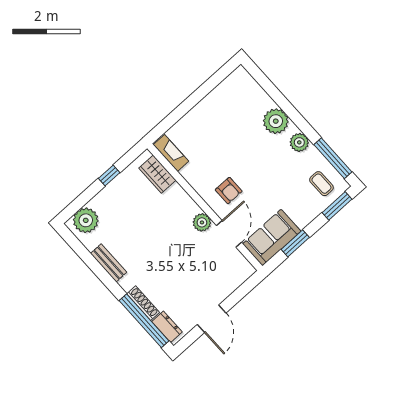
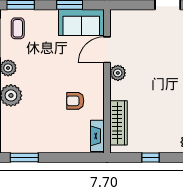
window: (217, 79) -> (24, 157), added
wardrobe: (157, 174) -> (119, 123), width x1.50
armchair: (229, 191) -> (75, 101), moved, turned -90

